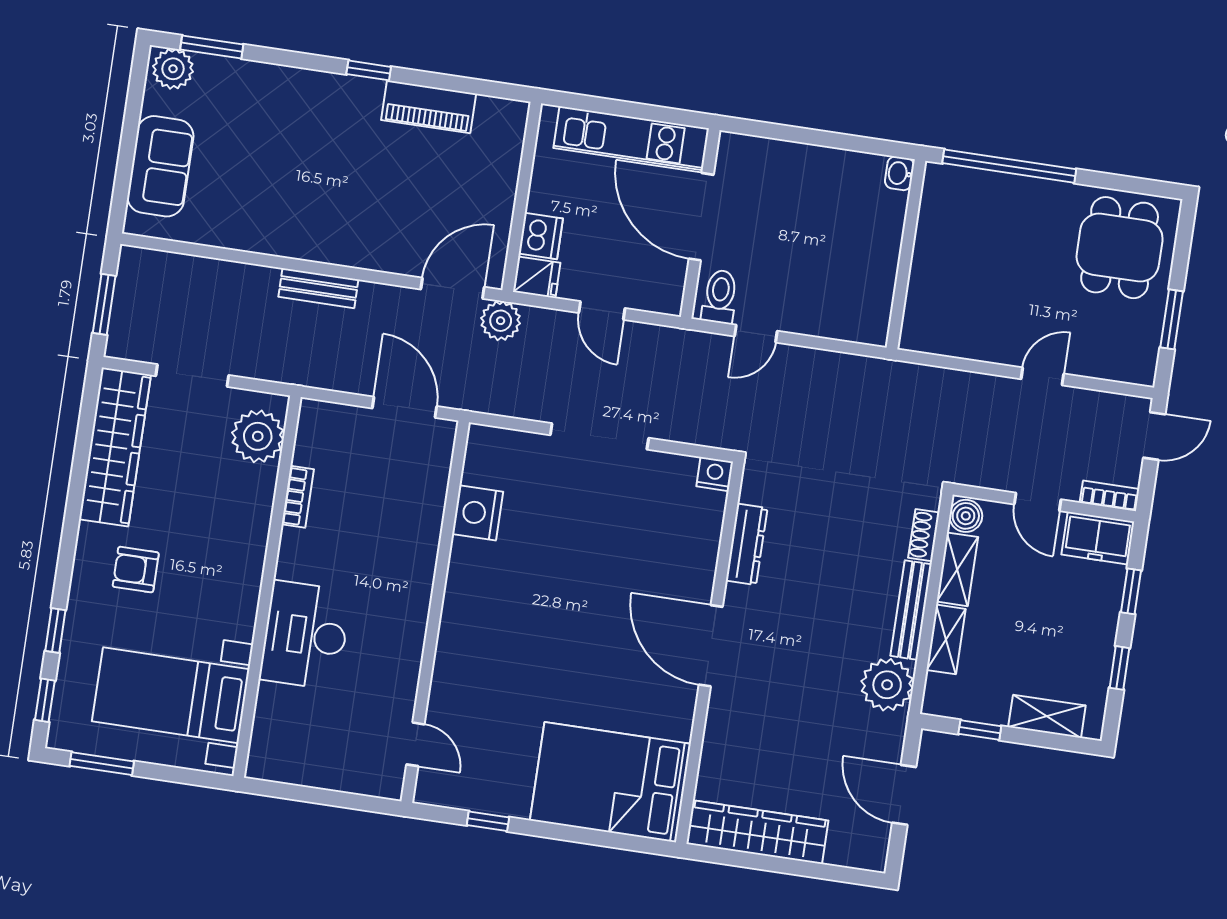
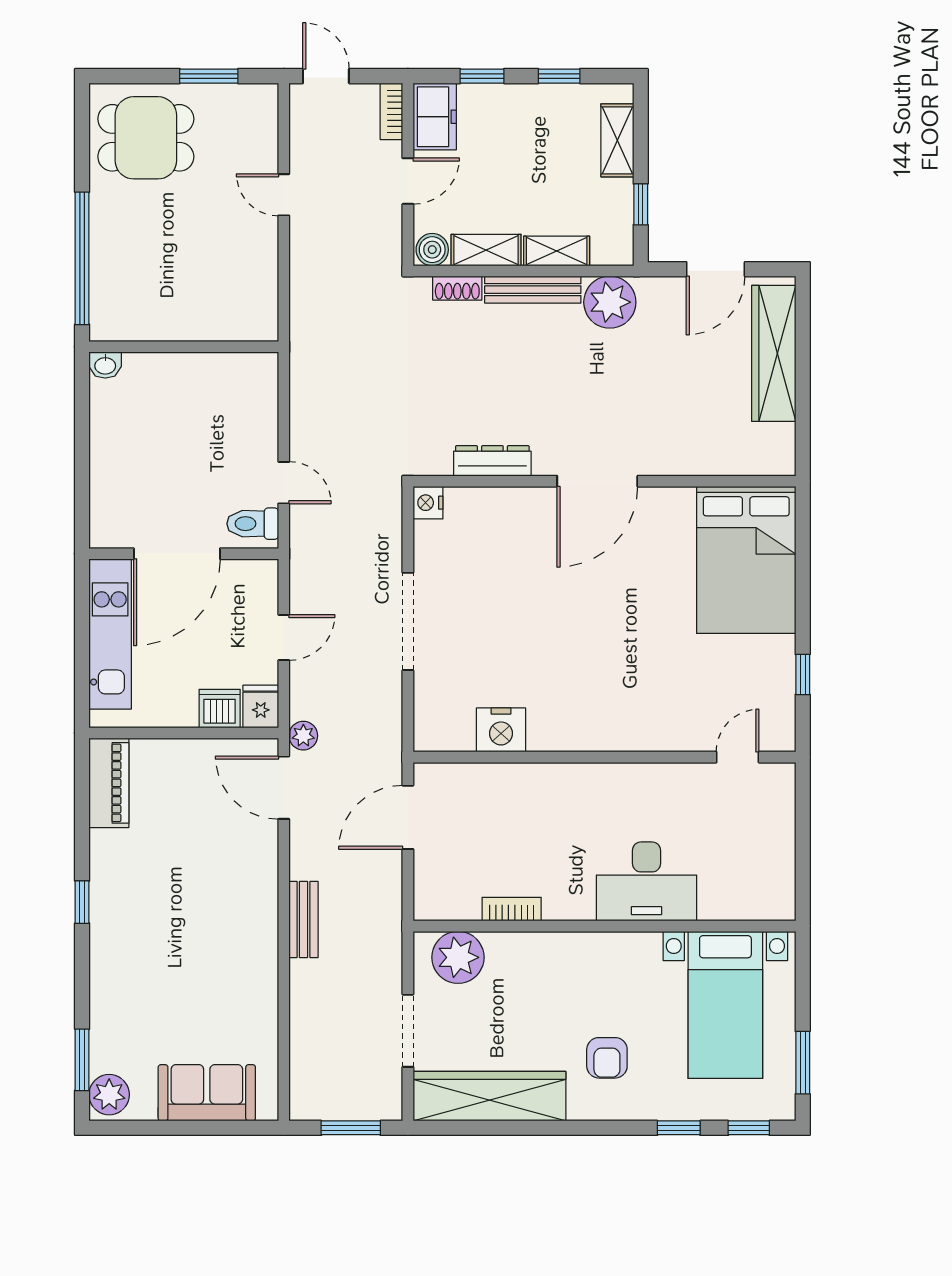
piano: (429, 107) -> (109, 783), moved
plant: (501, 321) -> (303, 736), width x0.73, depth x0.73
wardrobe: (757, 832) -> (774, 353), moved

